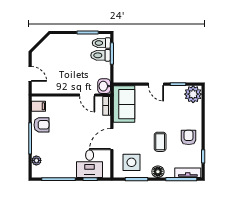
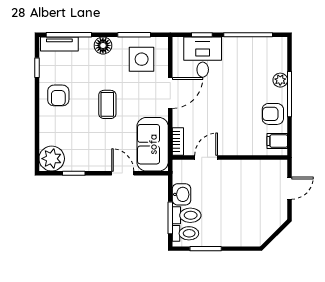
door: (30, 74) -> (289, 188), swing flipped
door: (156, 84) -> (123, 173), moved
washbasin: (104, 86) -> (181, 194), moved
door: (87, 95) -> (206, 157), hinge flipped
coffee table: (160, 142) -> (107, 104), moved
plant: (36, 160) -> (280, 80), moved

